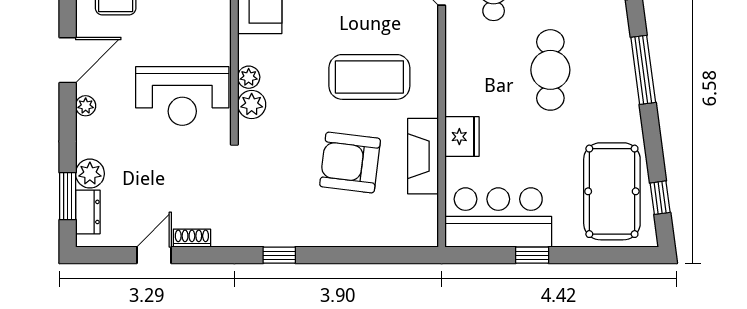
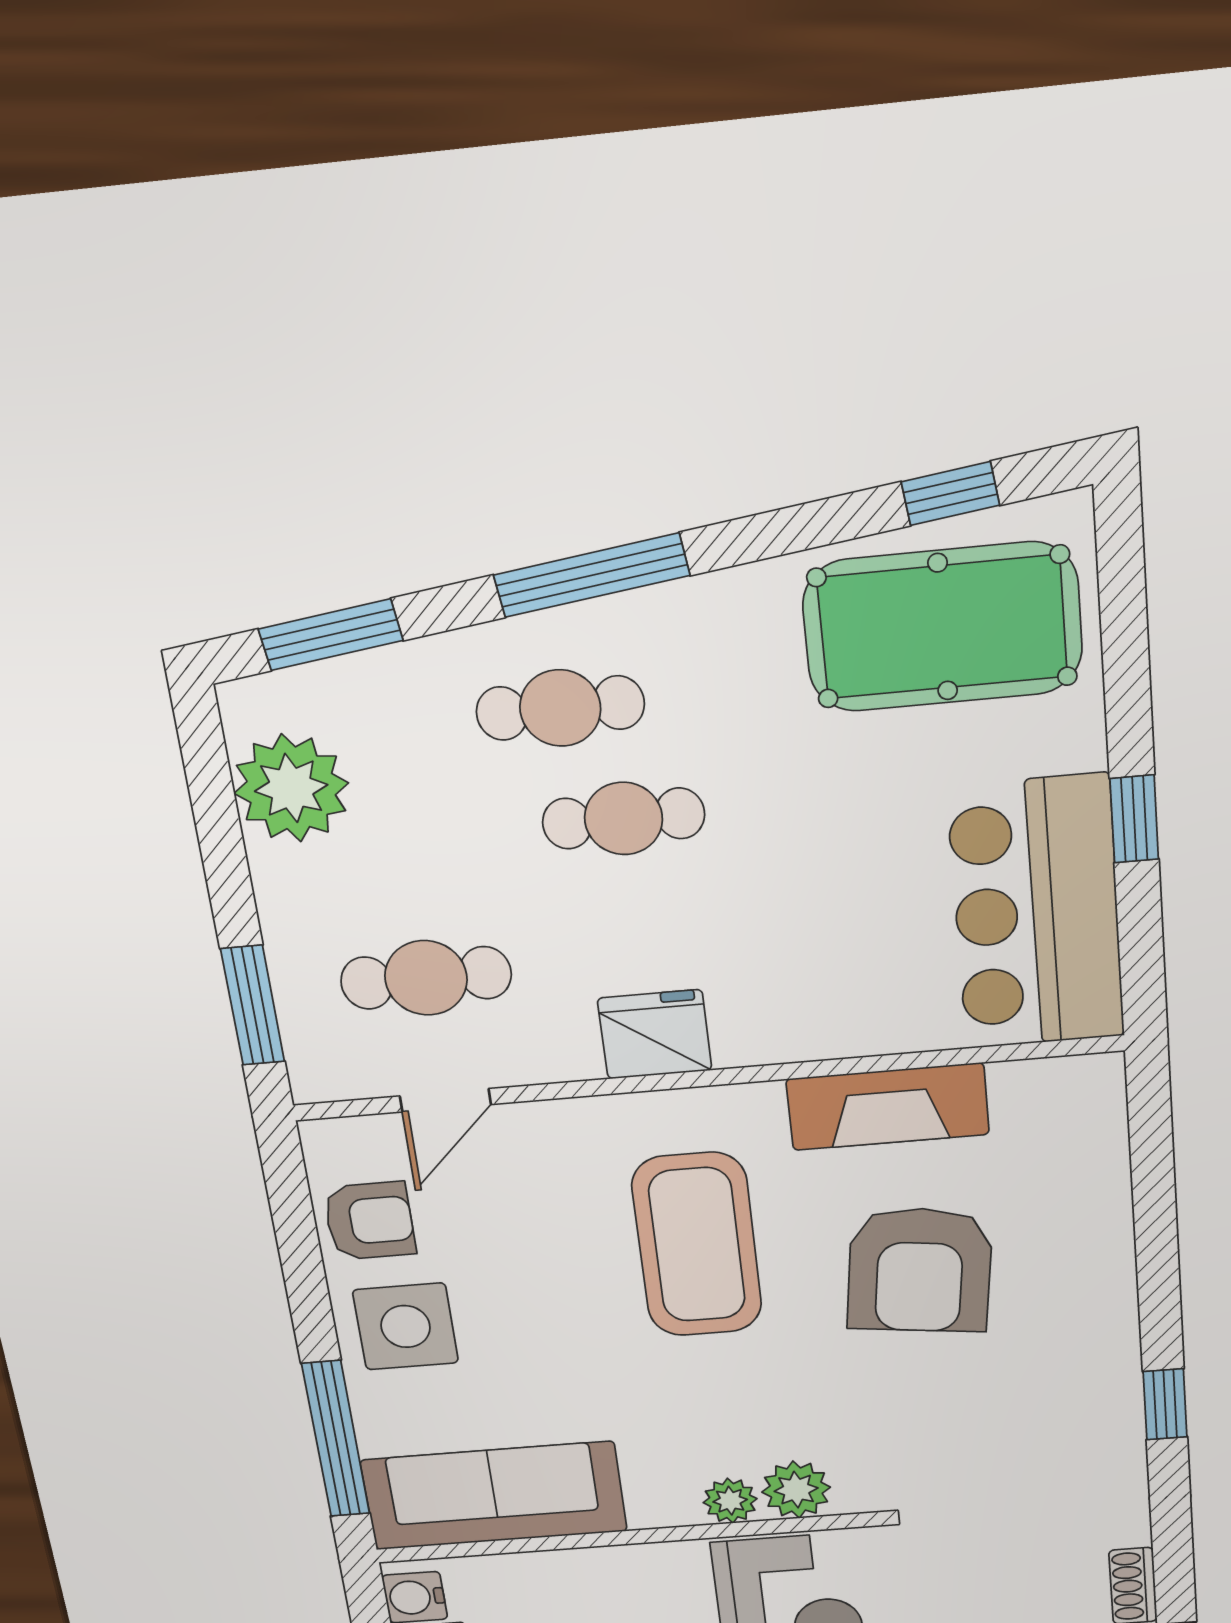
cafe table: (595, 52) -> (560, 708), added
cafe table: (550, 70) -> (624, 818), width x0.73, depth x0.74
fridge: (462, 137) -> (655, 1034), moved

